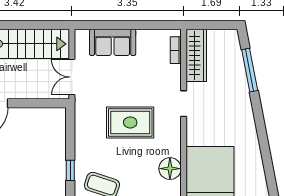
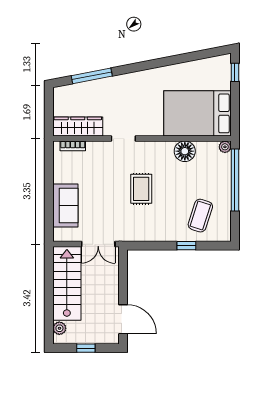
rug: (130, 122) -> (141, 189), width x0.73, depth x0.70

